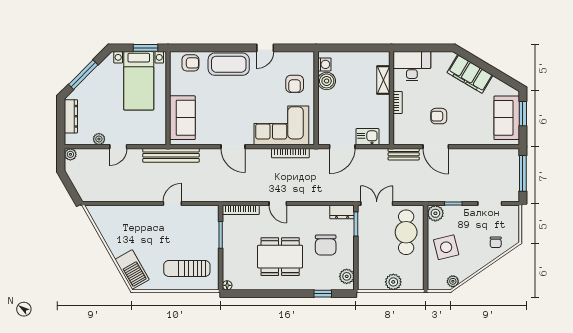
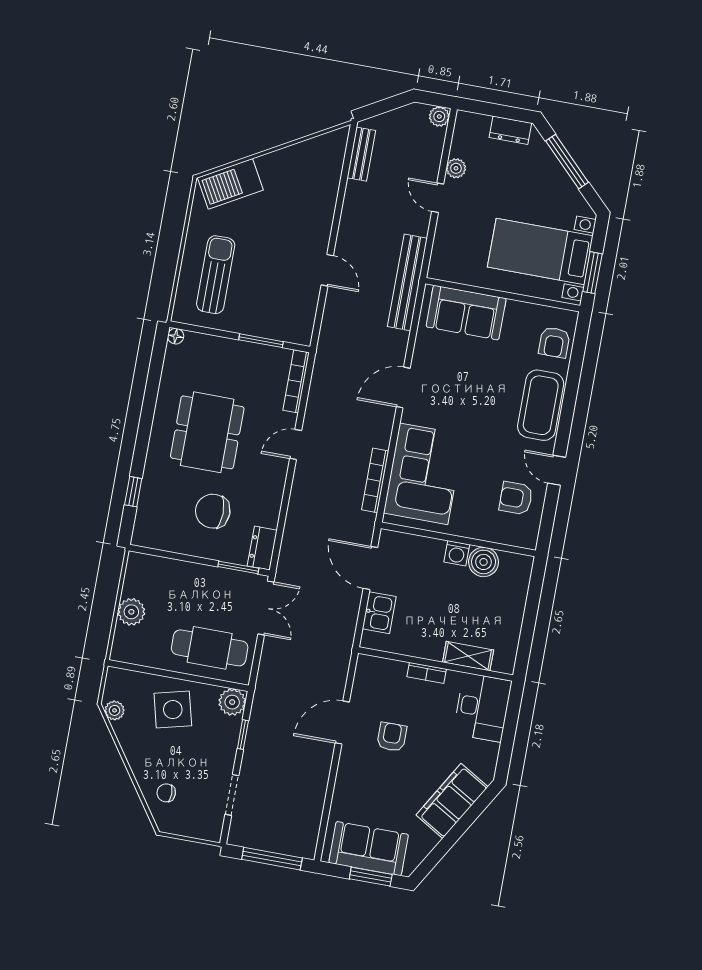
washing machine: (324, 64) -> (457, 553), moved
armchair: (295, 84) -> (516, 498), moved
dresser: (71, 116) -> (510, 130), width x0.70
bench: (404, 154) -> (361, 154), moved
plant: (347, 276) -> (155, 537), removed

